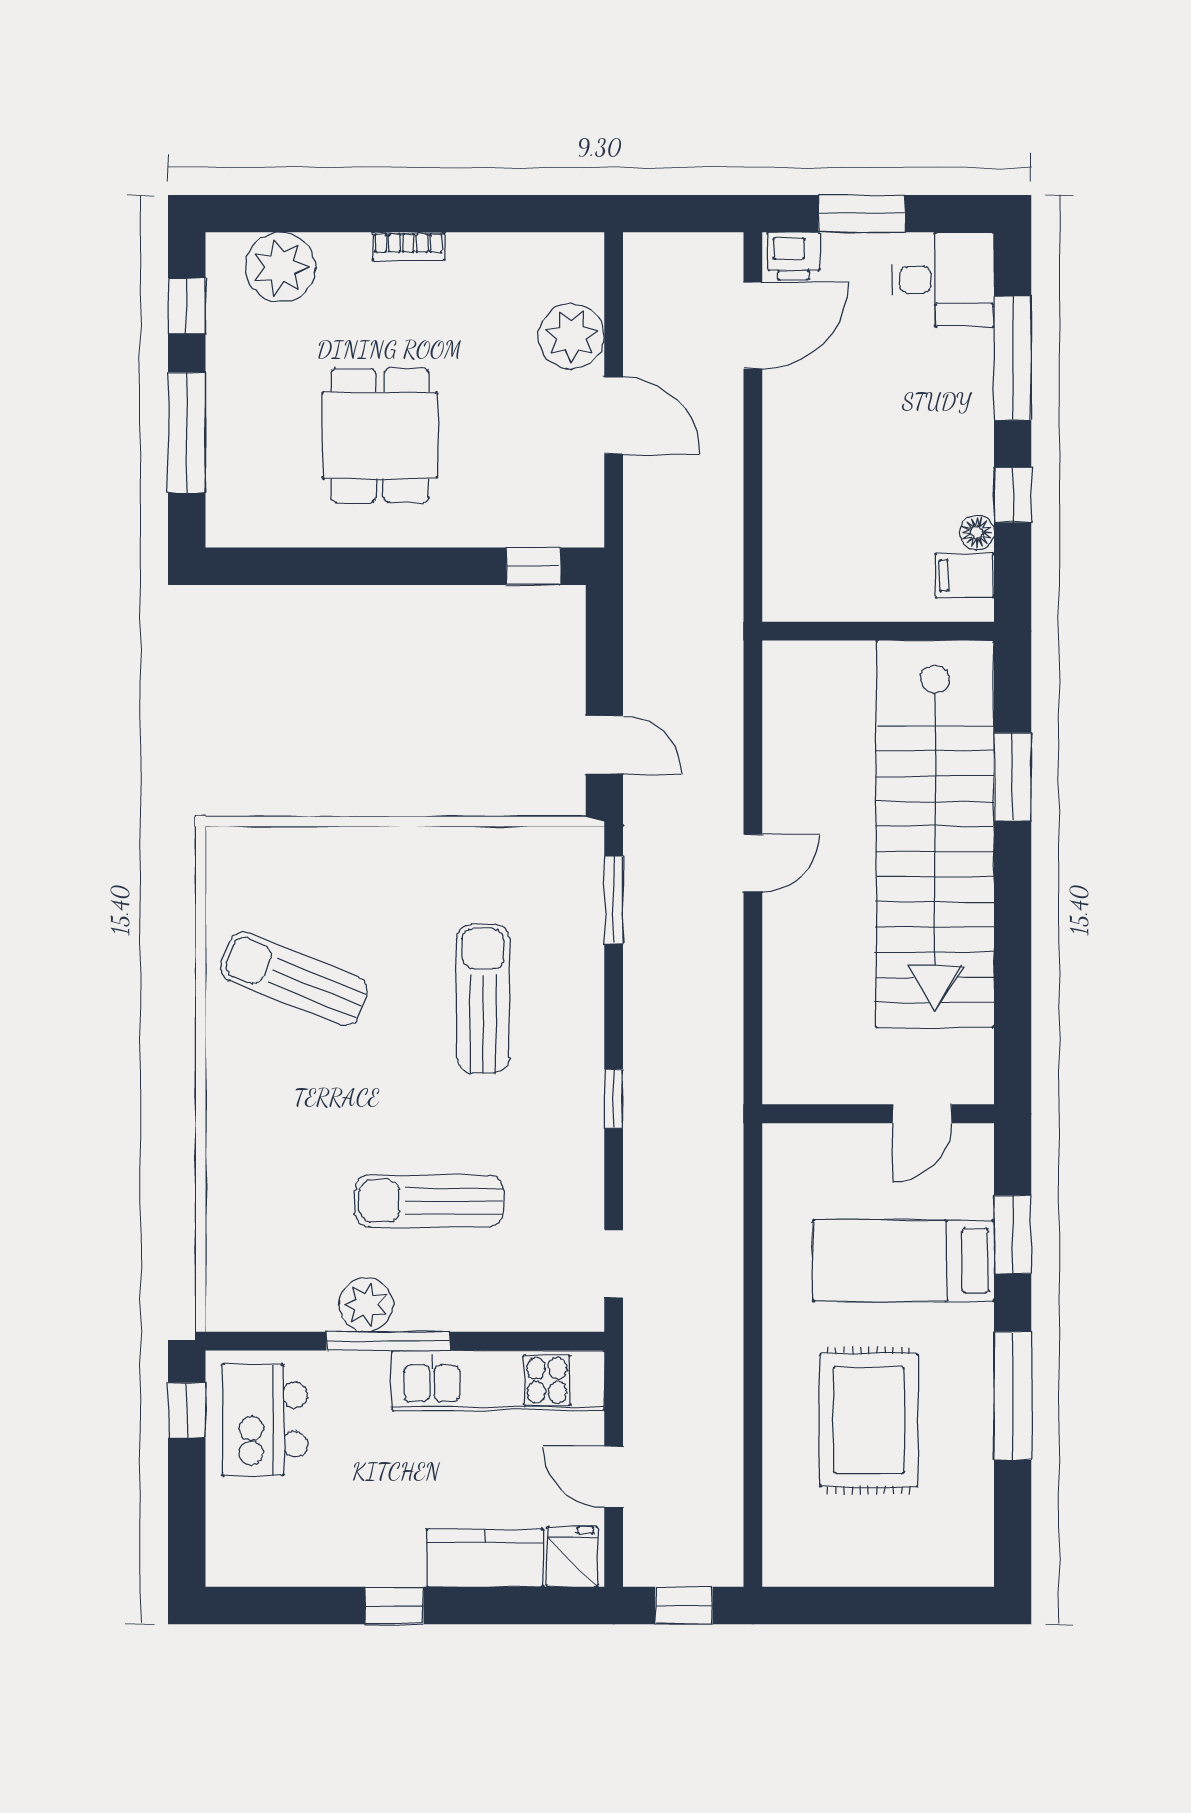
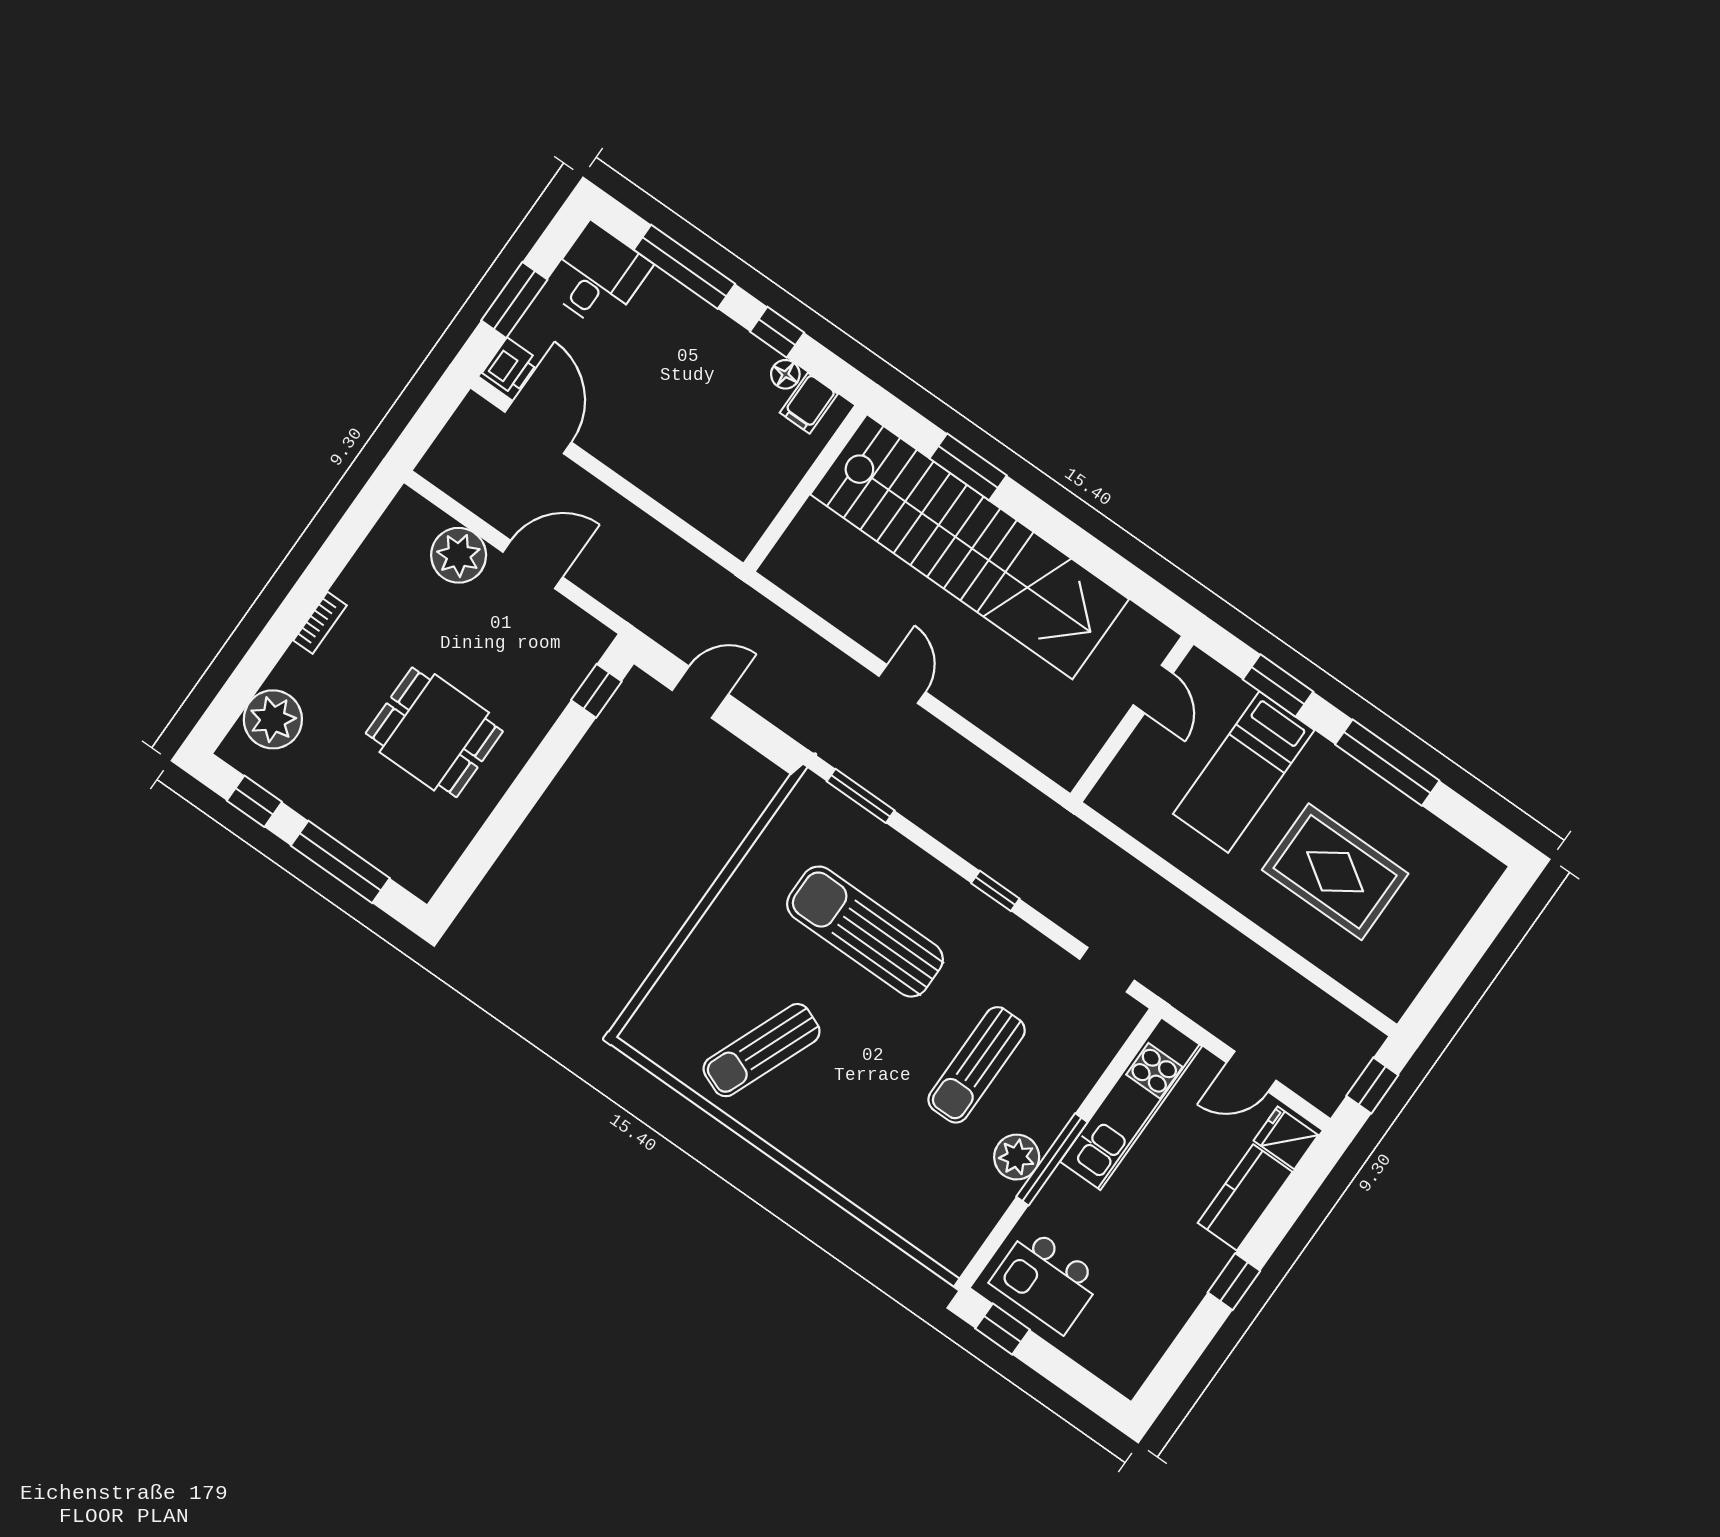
door: (604, 745) -> (700, 692), moved
sun lounger: (483, 998) -> (865, 932), width x1.36, depth x1.34

